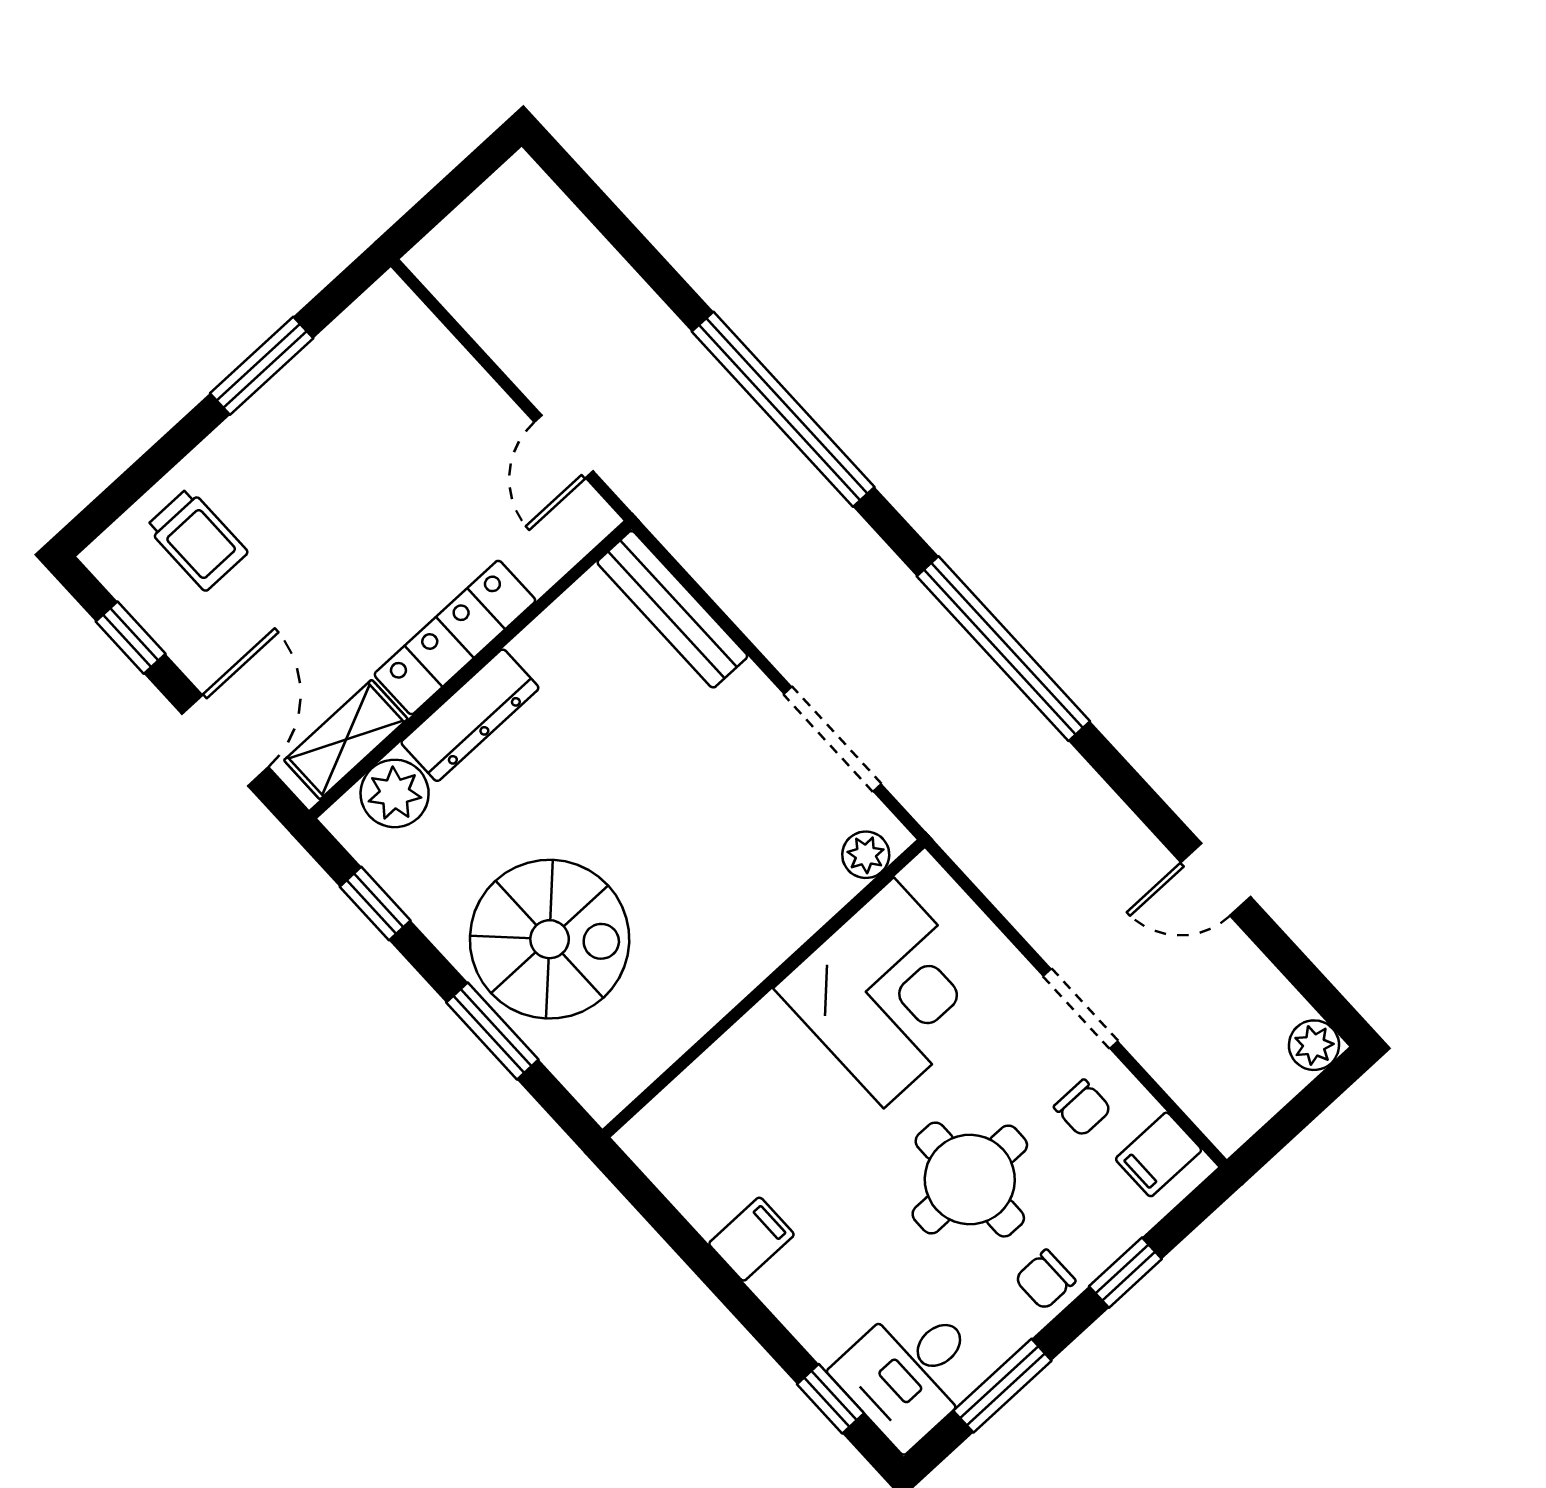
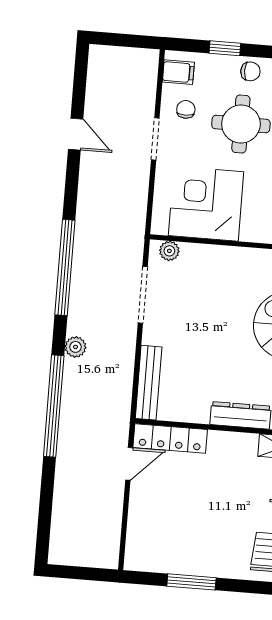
locker: (455, 637) -> (170, 439), moved
plant: (1314, 1045) -> (75, 347), moved

